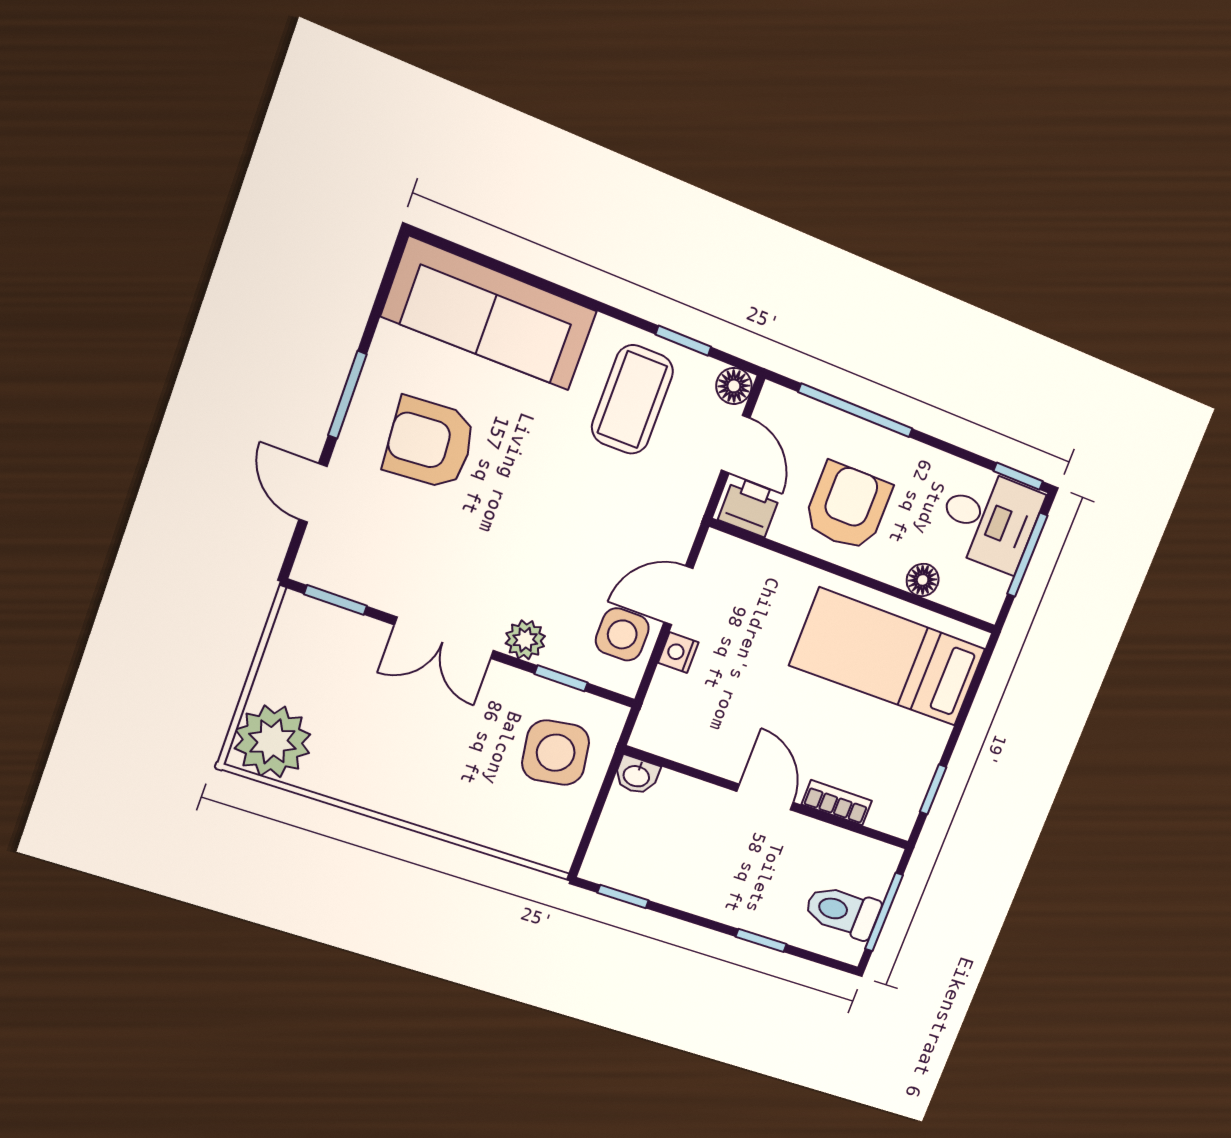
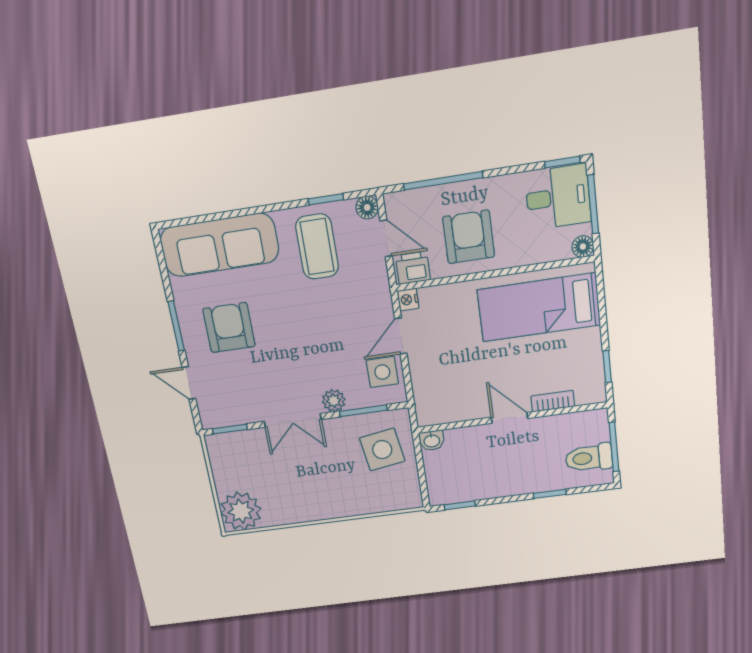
armchair: (430, 443) -> (229, 328), turned 94
floor lamp: (923, 580) -> (583, 247), moved
nightstand: (678, 653) -> (408, 300), moved
window: (561, 678) -> (363, 411), width x1.50

